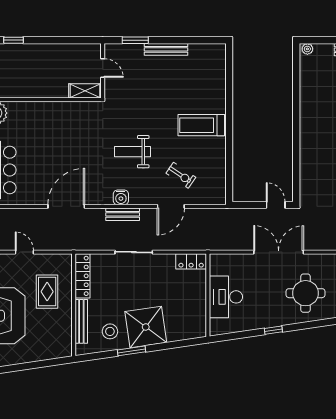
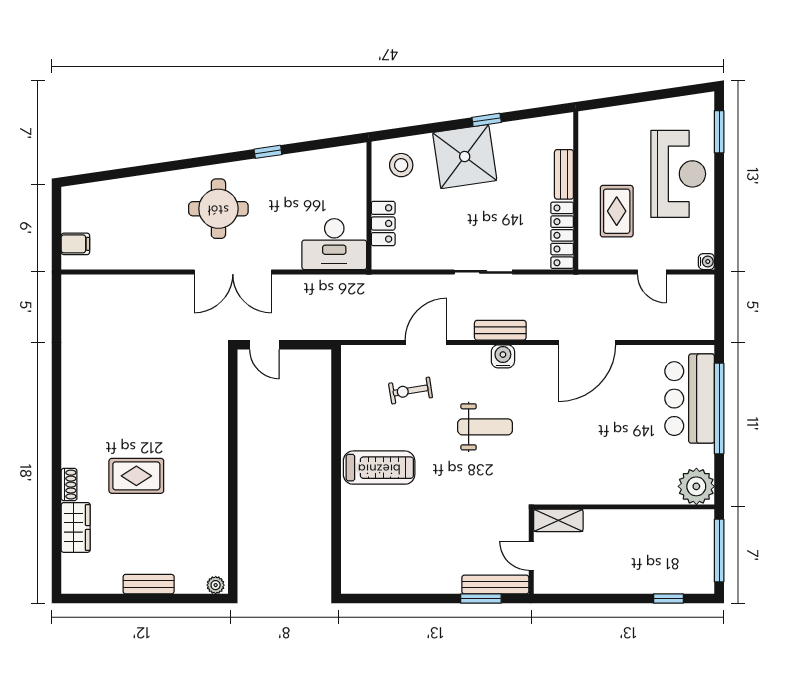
bench: (166, 49) -> (495, 584), moved
exercise bike: (181, 175) -> (411, 390), turned -43
double door: (279, 252) -> (233, 272), moved
locker: (191, 261) -> (383, 223), moved, turned 90
desk: (226, 297) -> (334, 244), moved, turned 90
bench: (81, 321) -> (564, 174), width x0.73
stool: (110, 331) -> (401, 165), moved
window: (132, 351) -> (487, 120), width x0.67

